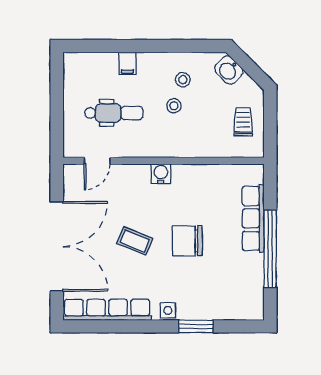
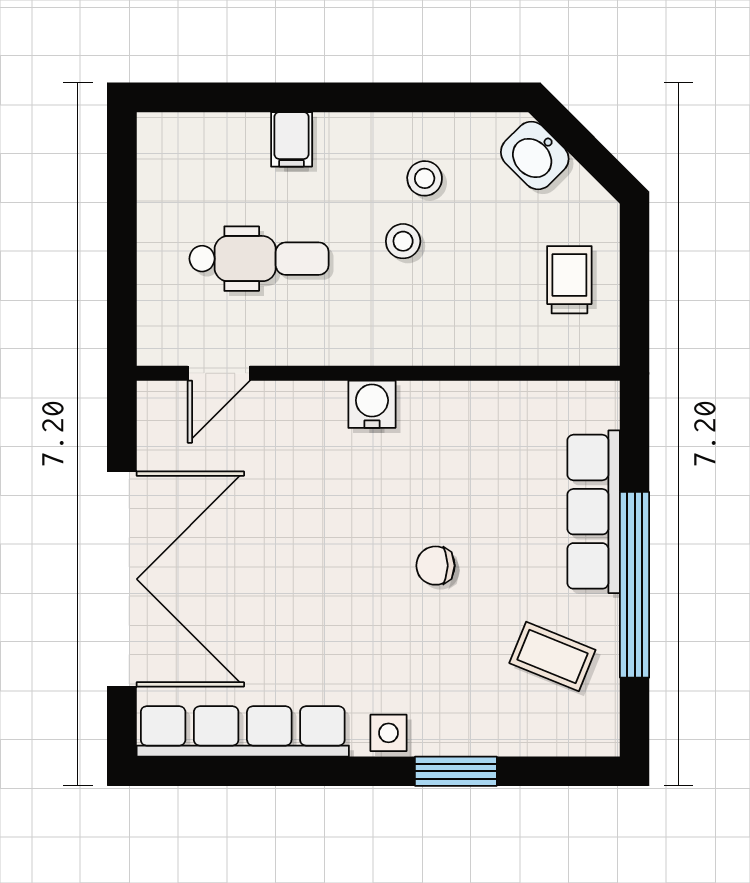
coffee table: (135, 241) -> (552, 656), moved
chair: (187, 241) -> (436, 566), width x0.54, depth x0.54

